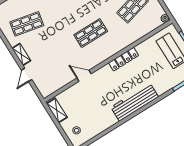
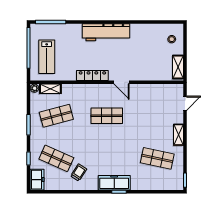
shelving: (151, 26) -> (50, 89), added
door: (27, 75) -> (185, 103), moved
door: (84, 76) -> (121, 82), moved

